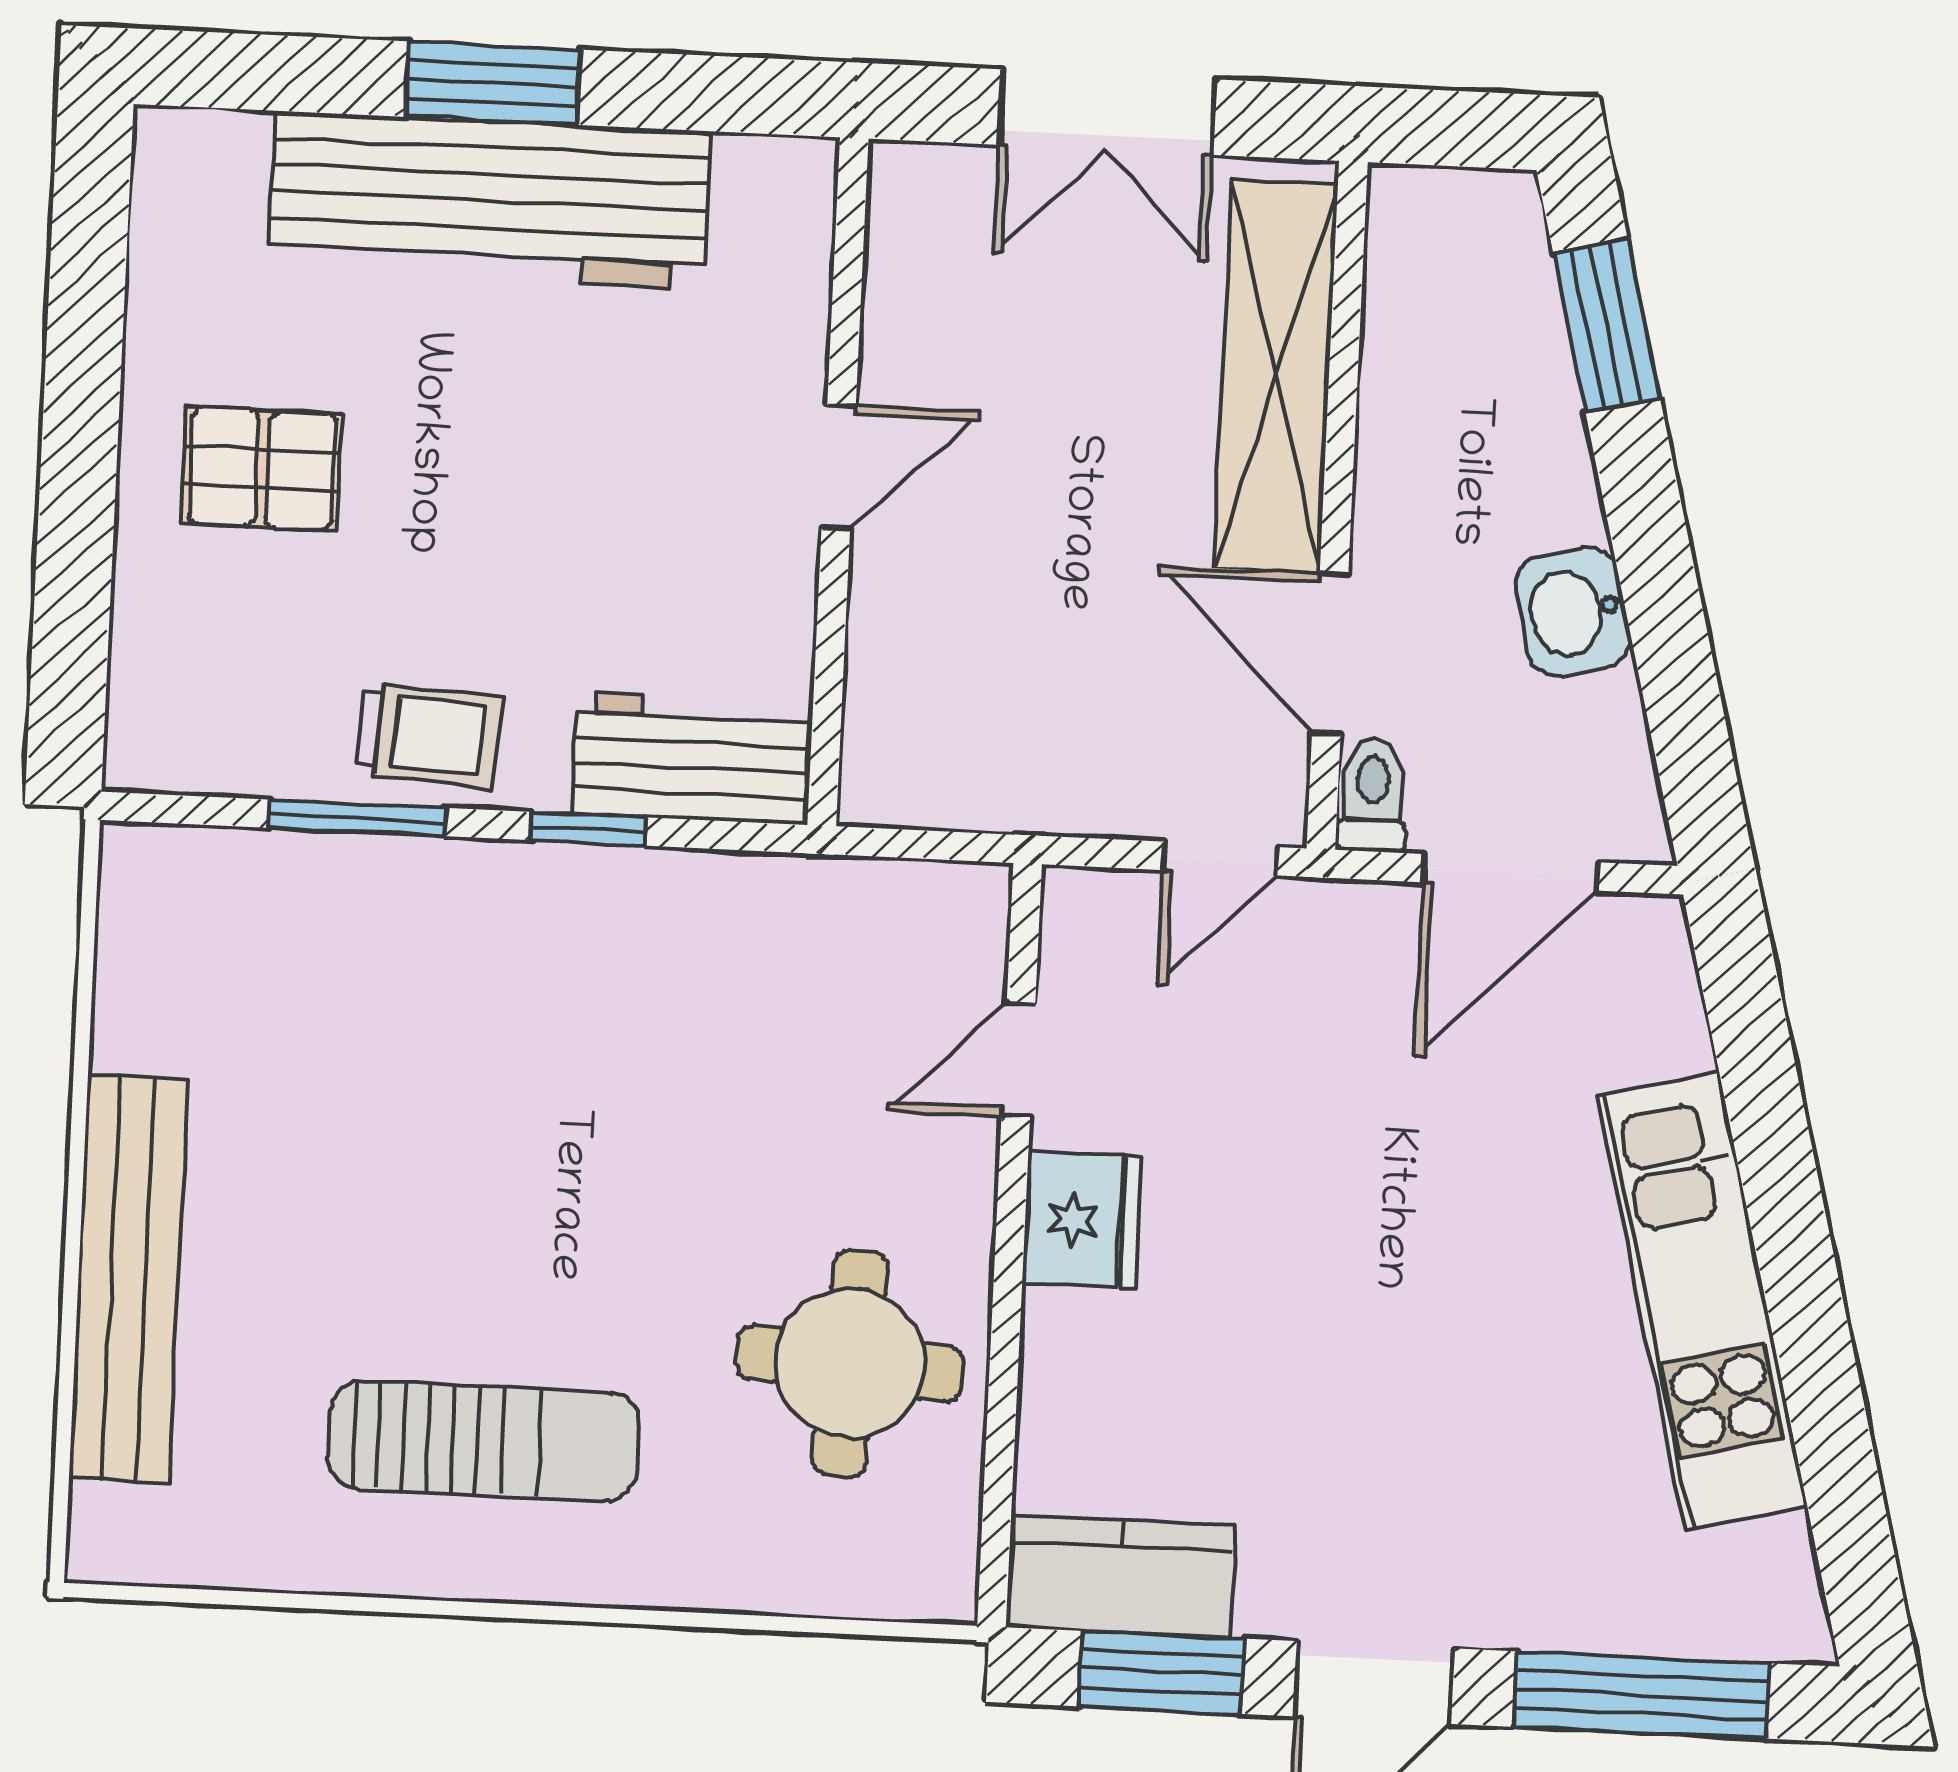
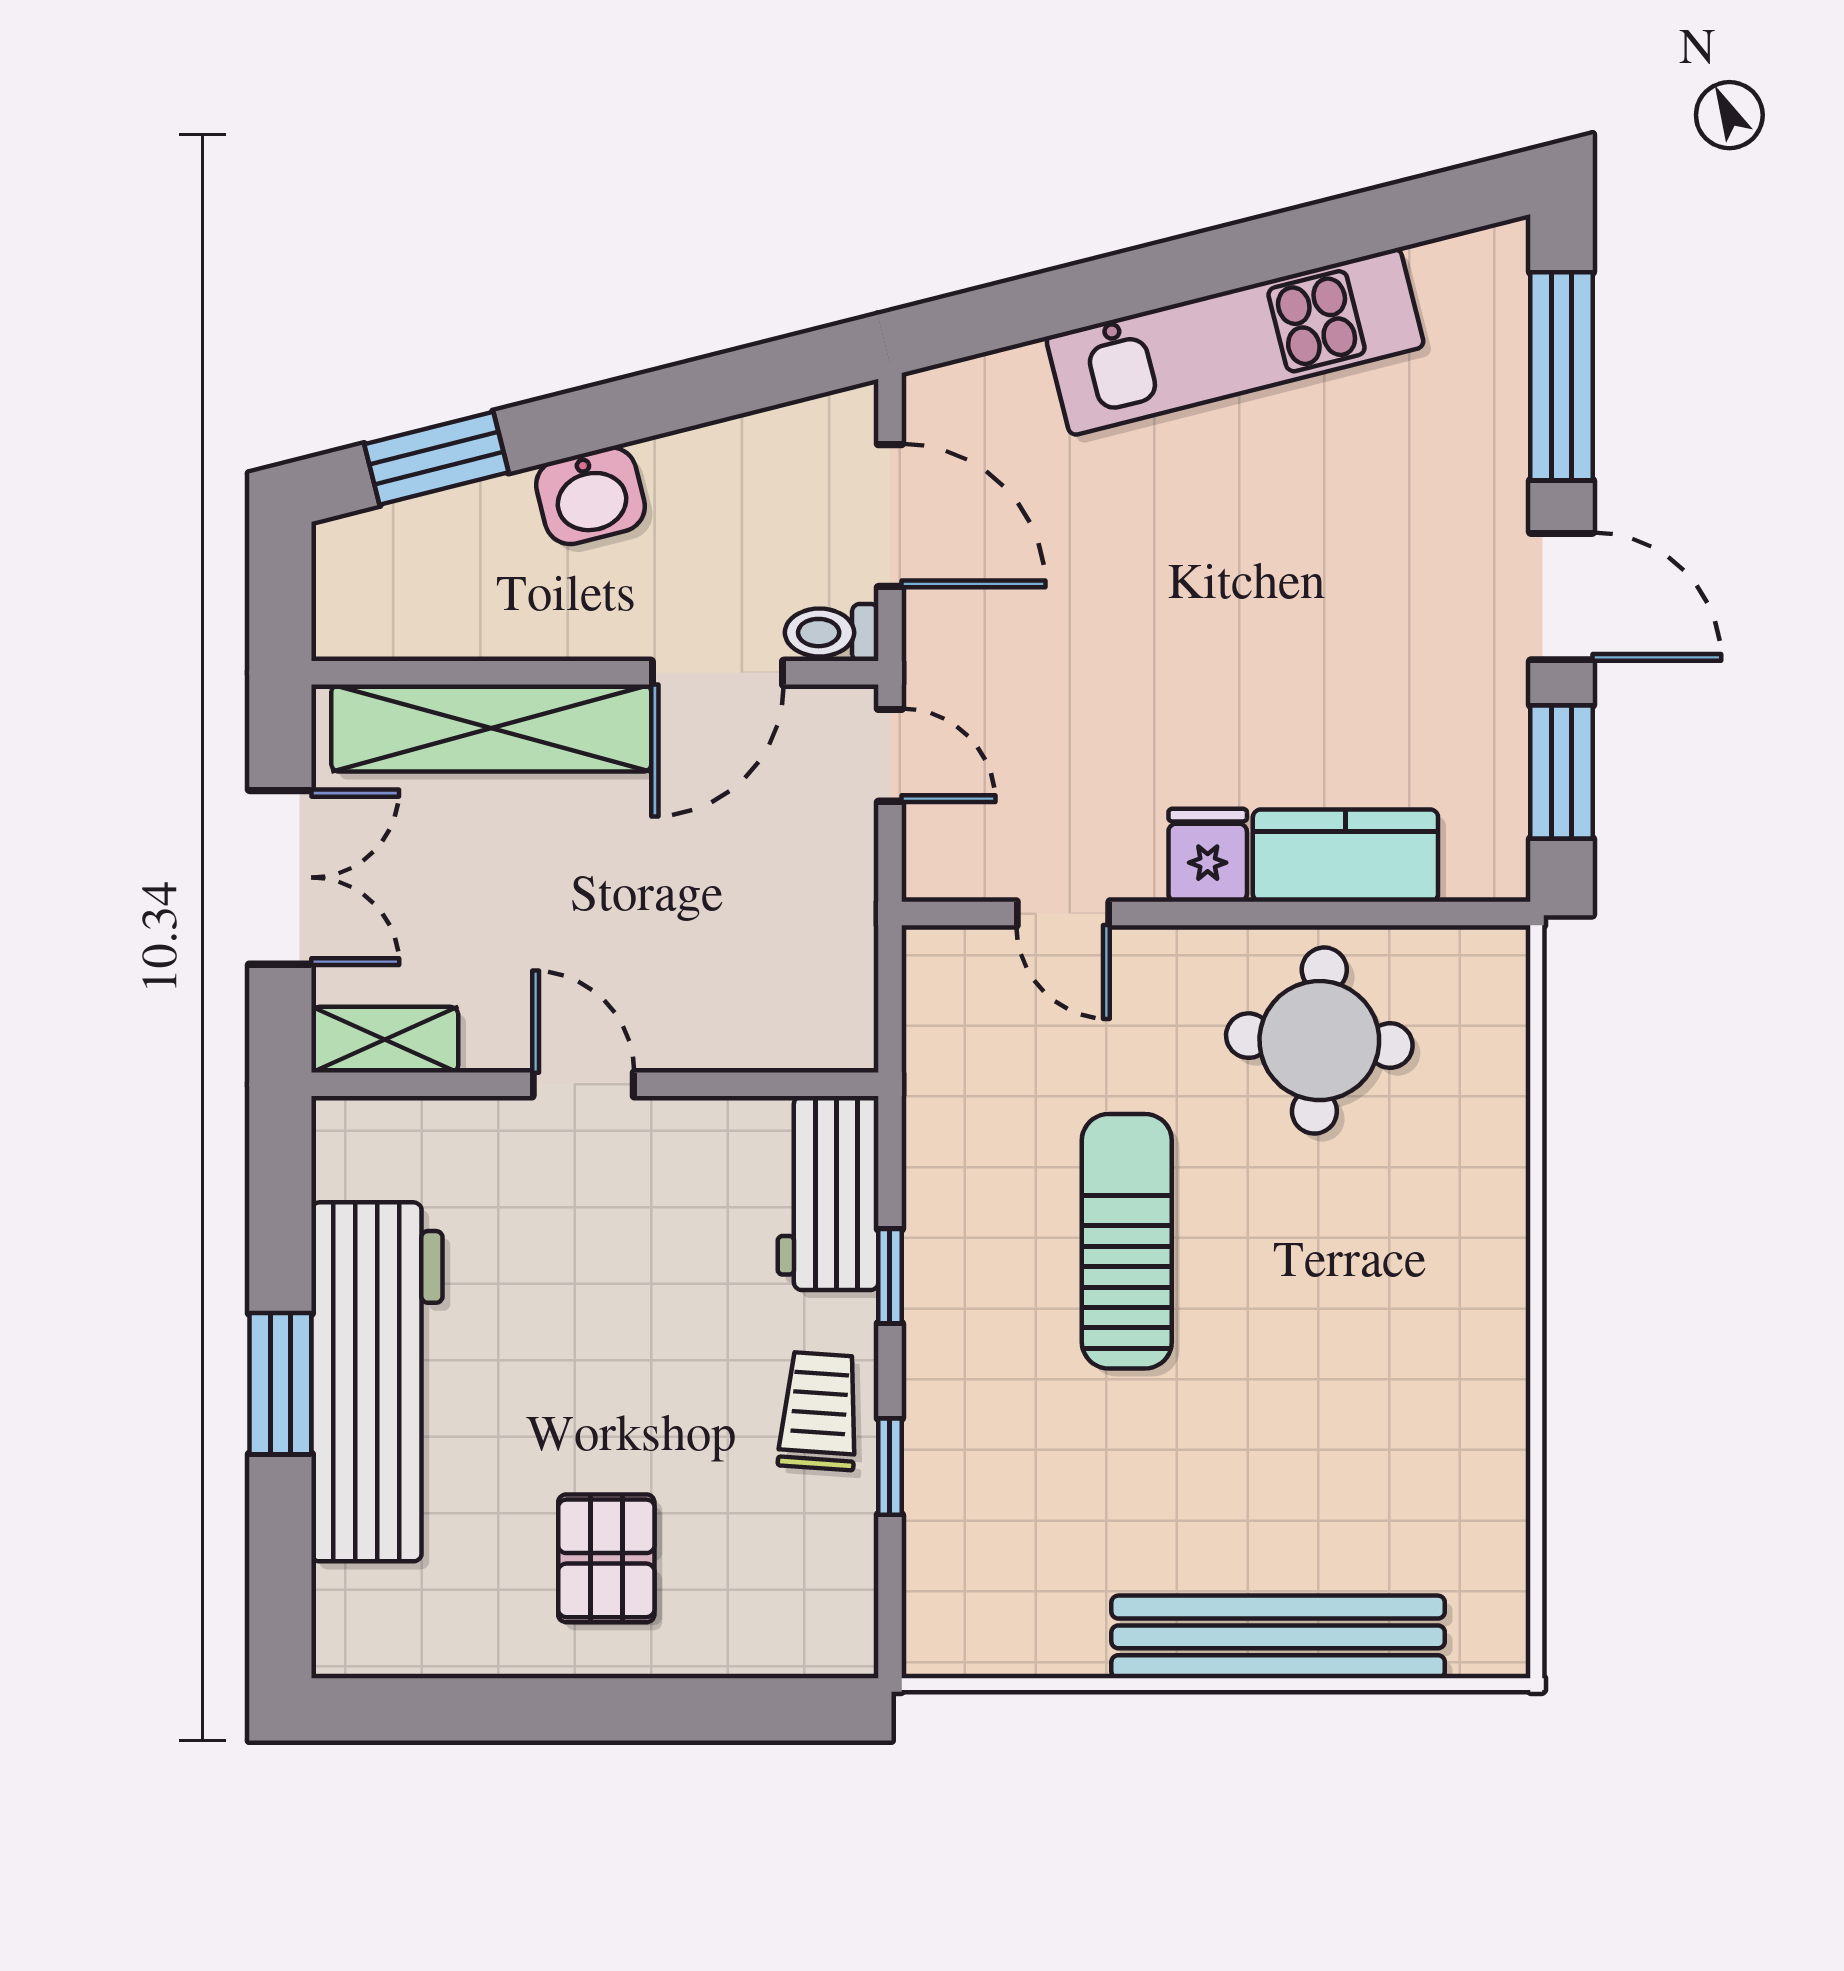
shelving: (904, 229) -> (385, 1040), added
washbasin: (1573, 612) -> (591, 496), moved
window: (357, 818) -> (890, 1467), width x0.67
fridge: (1082, 1220) -> (1208, 855), width x0.72
sun lounger: (484, 1441) -> (1127, 1241), moved
kitchen counter: (1121, 1576) -> (1345, 856), moved, turned 90

